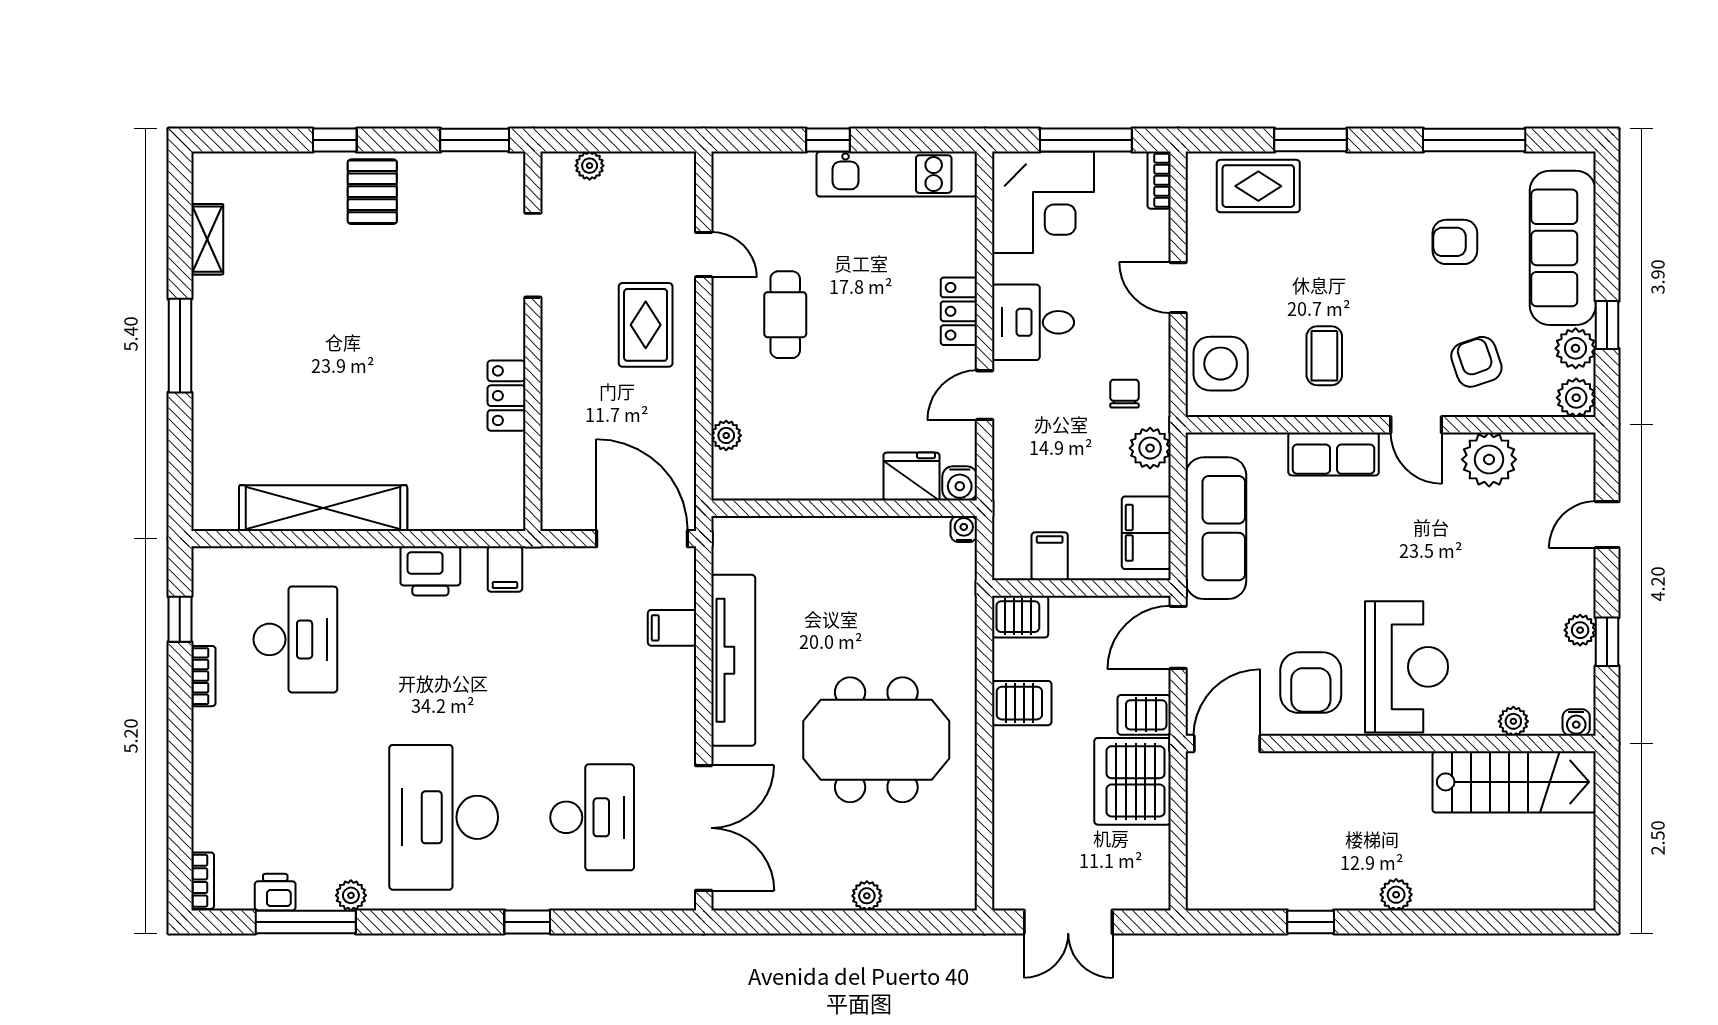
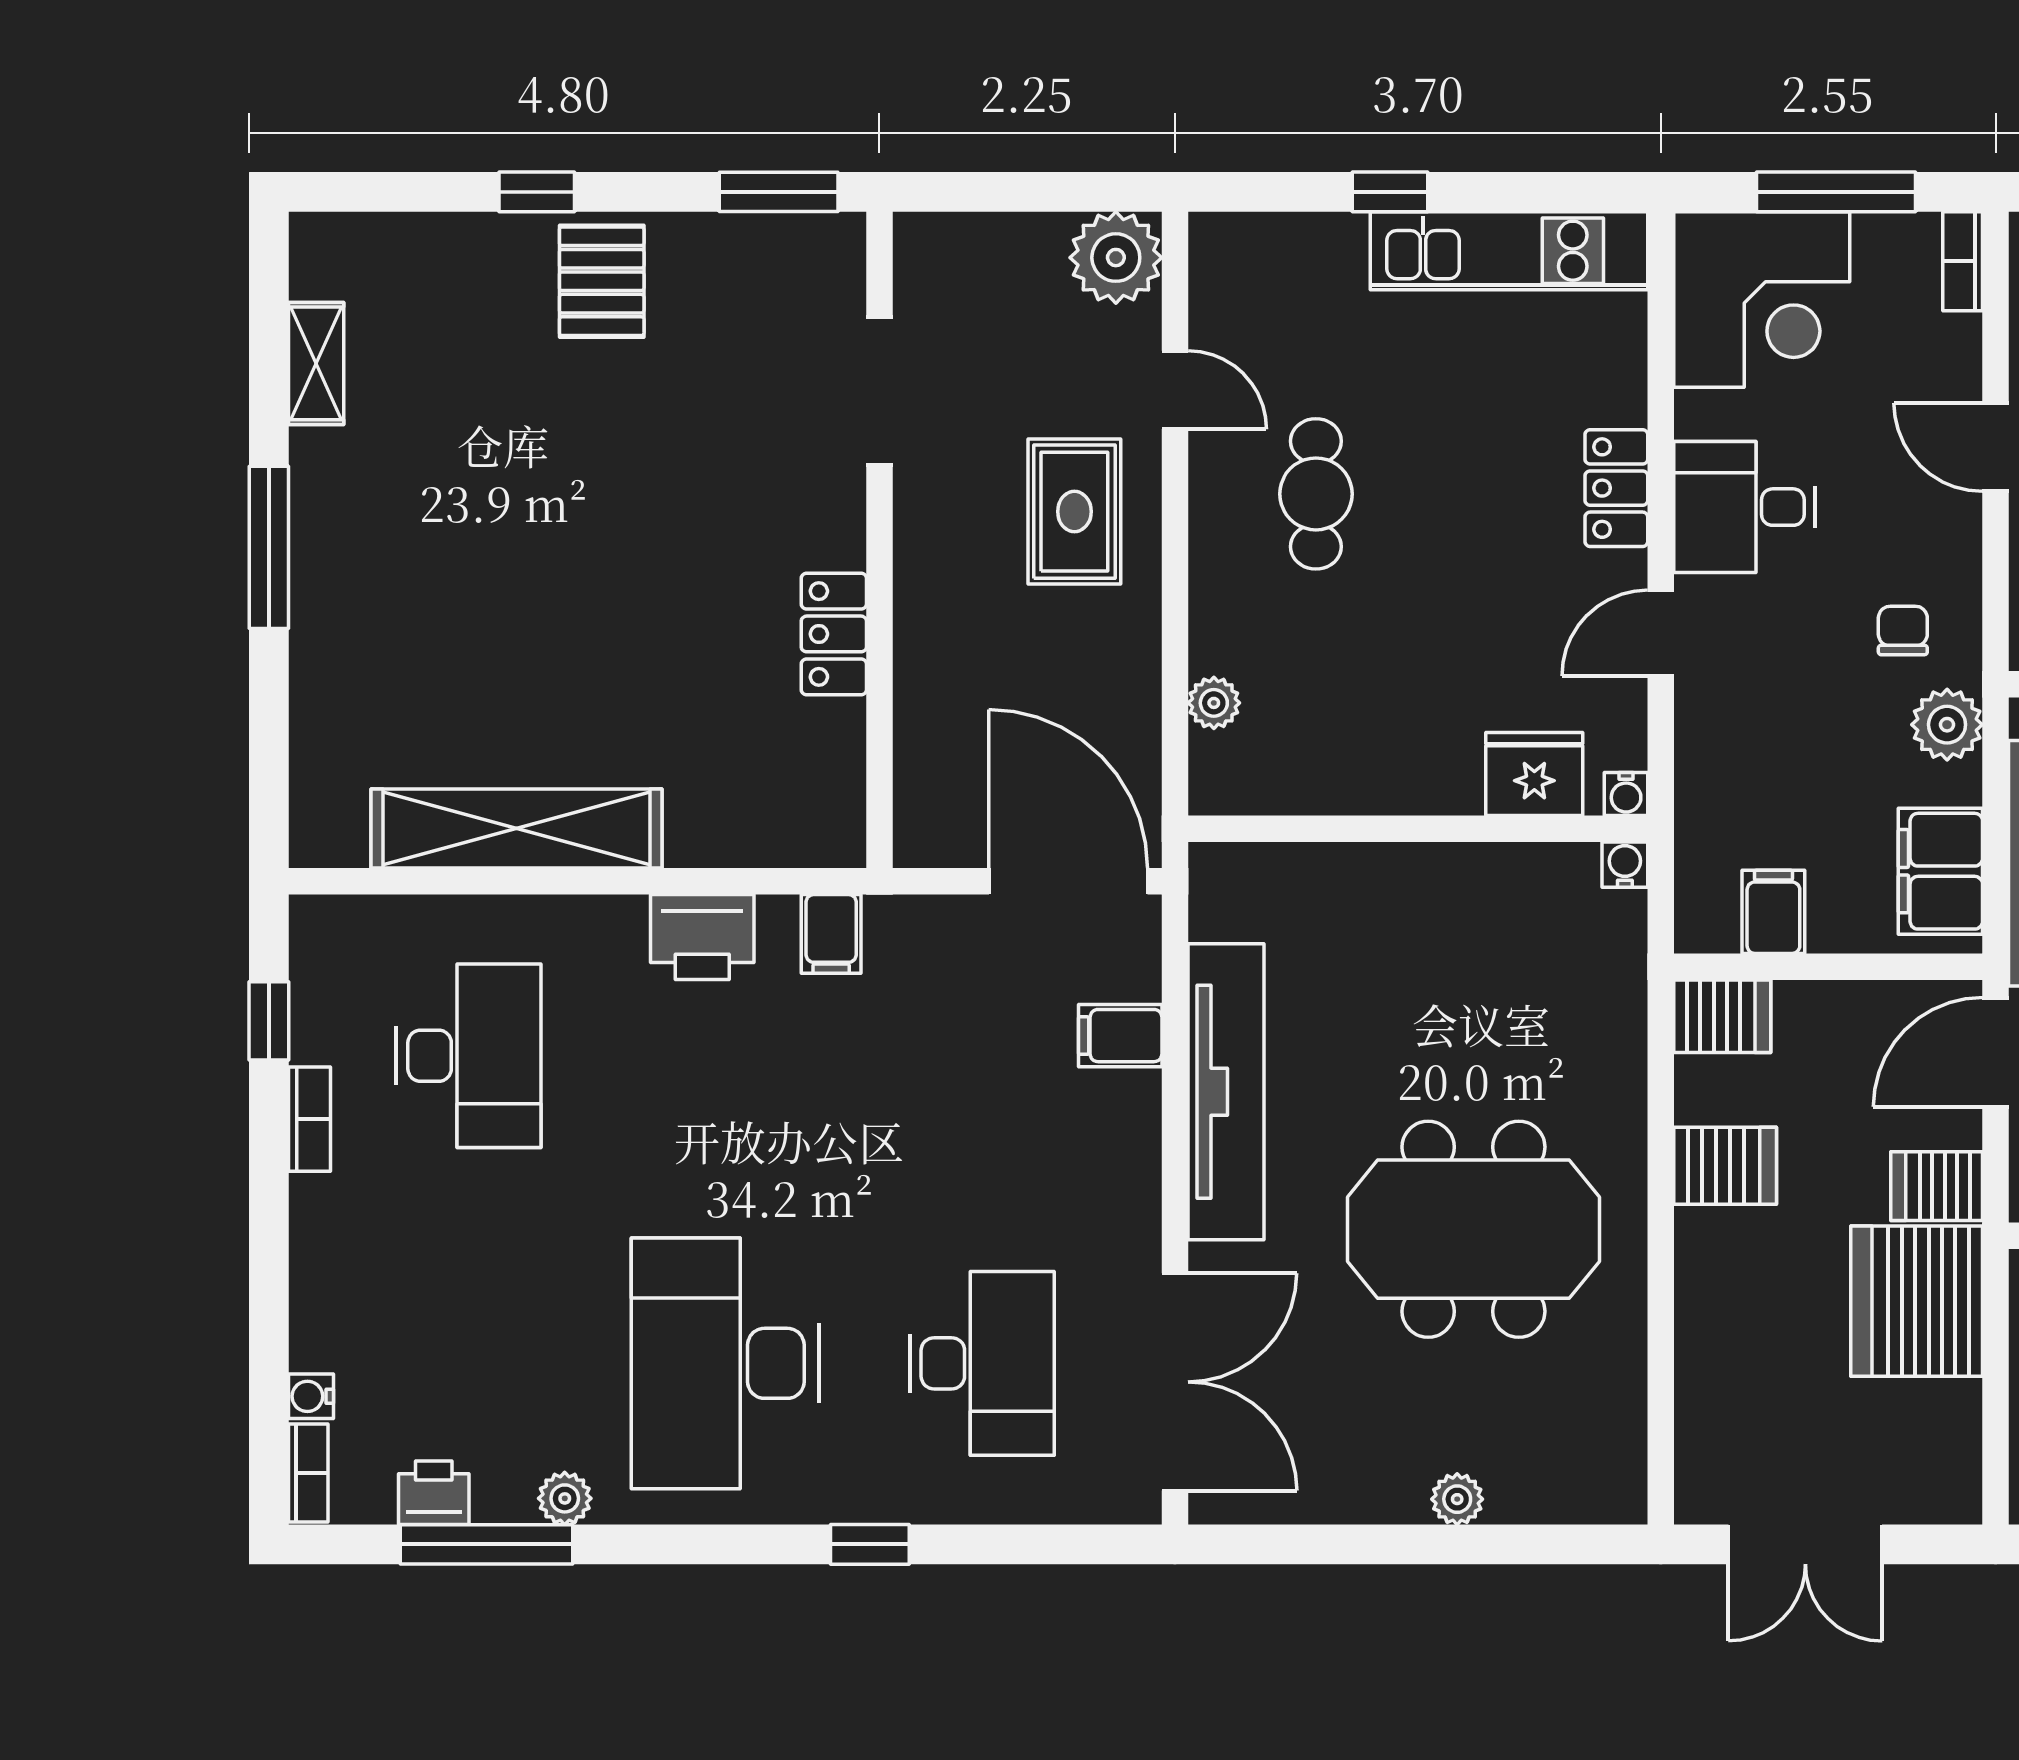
plant: (590, 166) -> (1116, 258), moved, width x1.87, depth x1.87
water cooler: (960, 483) -> (1626, 794), width x0.72, depth x0.72
water cooler: (204, 836) -> (311, 1396), added

